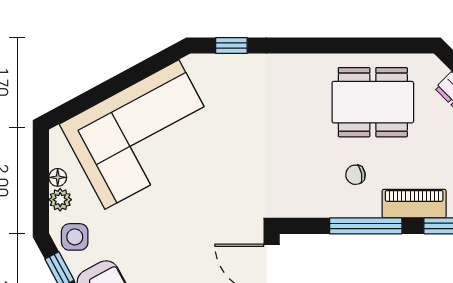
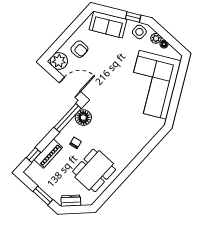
window: (231, 46) -> (155, 141), removed
floor lamp: (301, 200) -> (83, 118), added
window: (366, 226) -> (68, 118), moved

